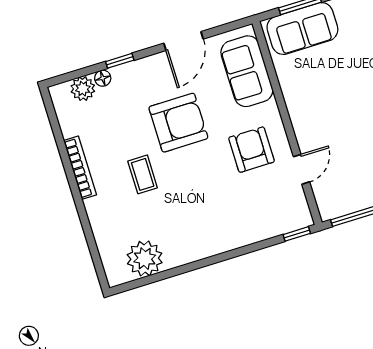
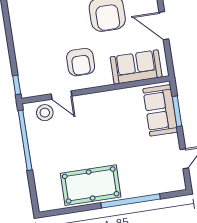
armchair: (252, 150) -> (81, 62), turned 90
stool: (330, 189) -> (45, 113), added

